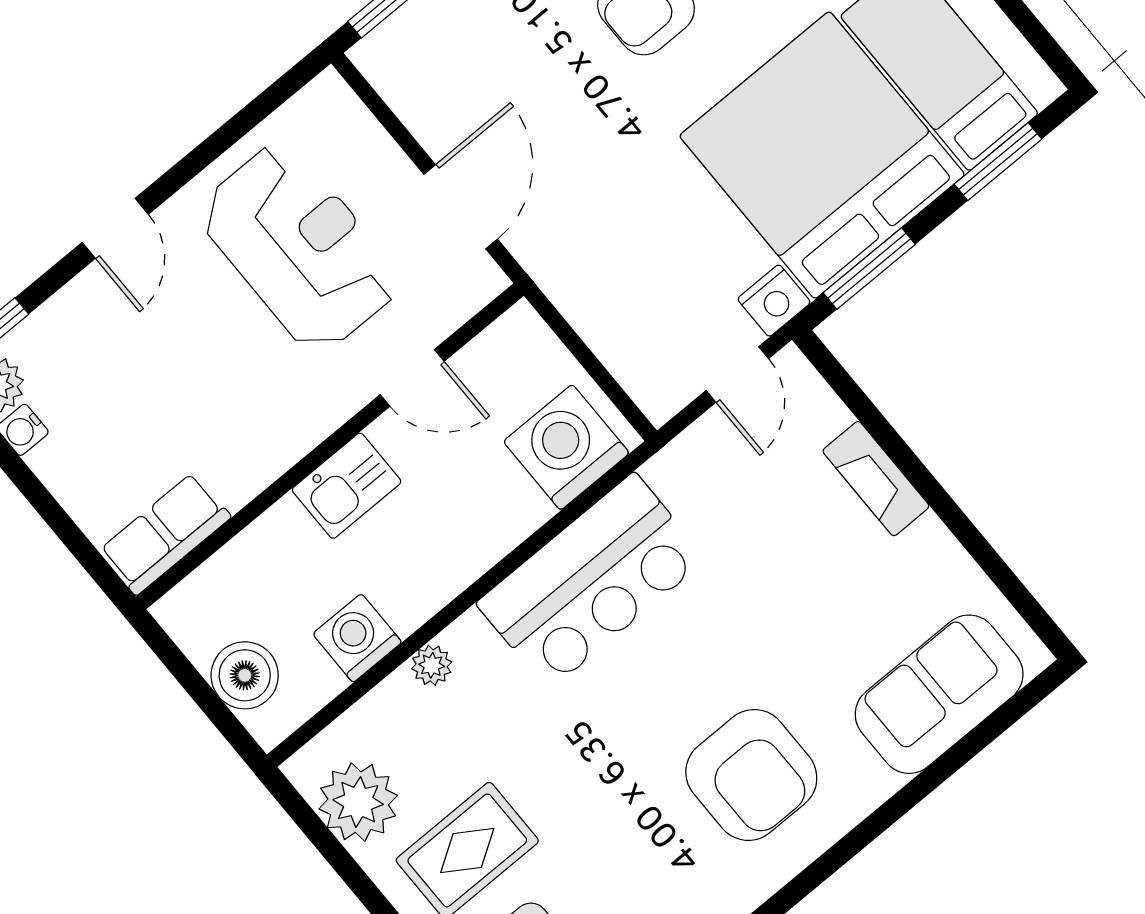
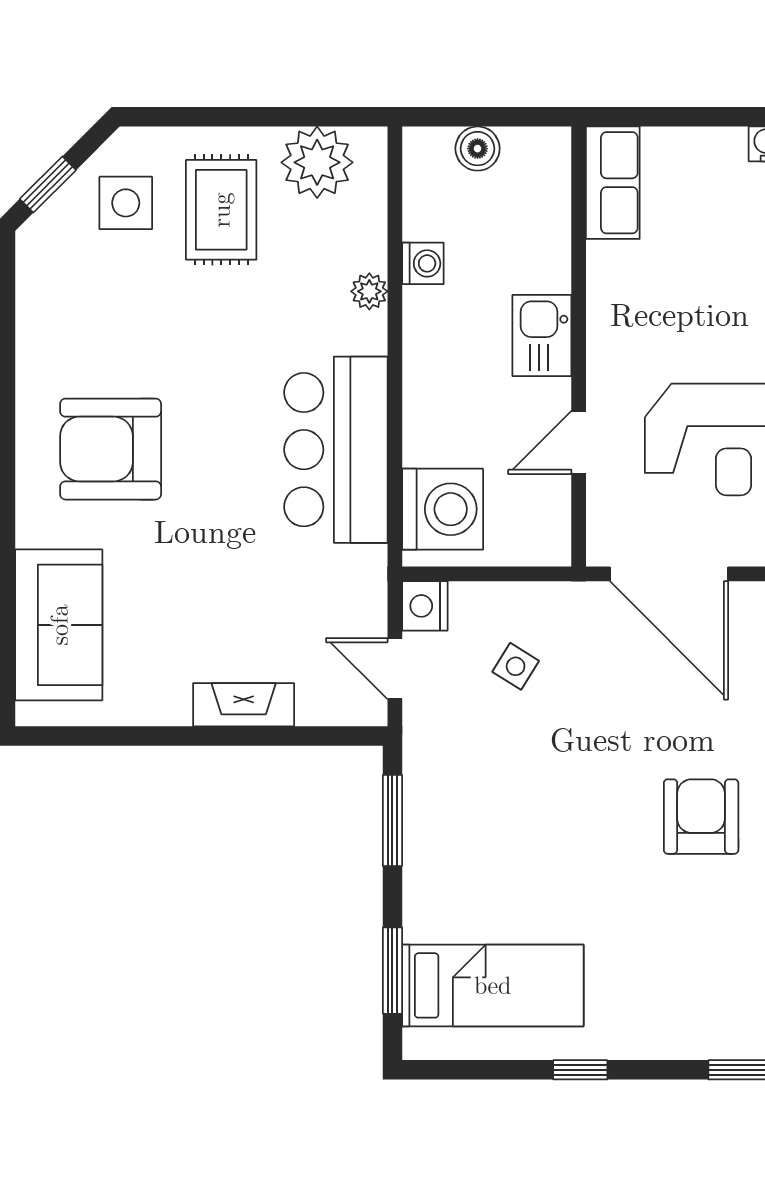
bed: (822, 155) -> (498, 853), removed
door: (461, 207) -> (669, 574), width x1.36
side table: (649, 273) -> (516, 666), added
nightstand: (774, 301) -> (425, 606), moved
washing machine: (357, 638) -> (423, 263), width x0.73, depth x0.73
boiler: (245, 675) -> (478, 149), width x0.73, depth x0.73

